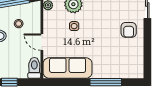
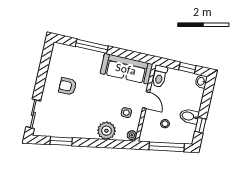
side table: (74, 26) -> (126, 113), moved
armchair: (129, 30) -> (68, 86), moved, turned -90

